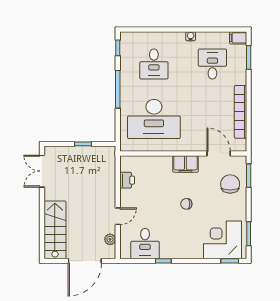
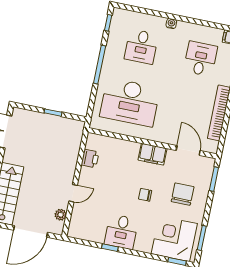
water cooler: (191, 36) -> (171, 24), moved
chair: (230, 184) -> (183, 194), moved
desk: (145, 244) -> (121, 232), moved

